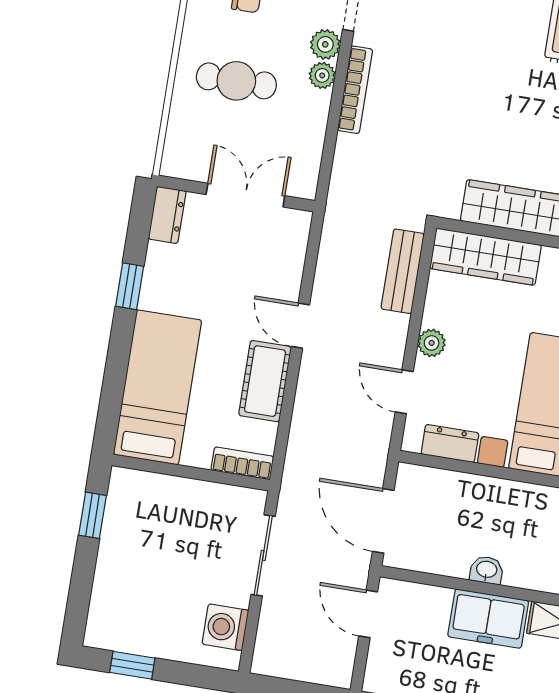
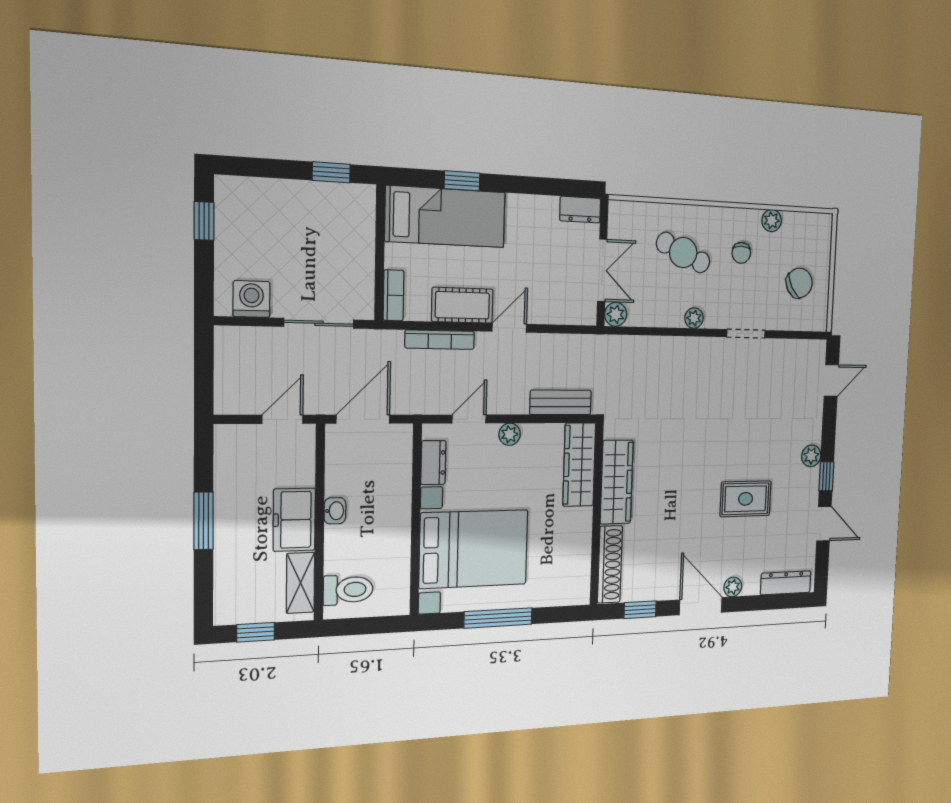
plant: (325, 44) -> (616, 314), moved
cafe table: (236, 81) -> (683, 253), turned -66
bookcase: (355, 90) -> (440, 340), moved
window: (130, 286) -> (462, 181), moved

